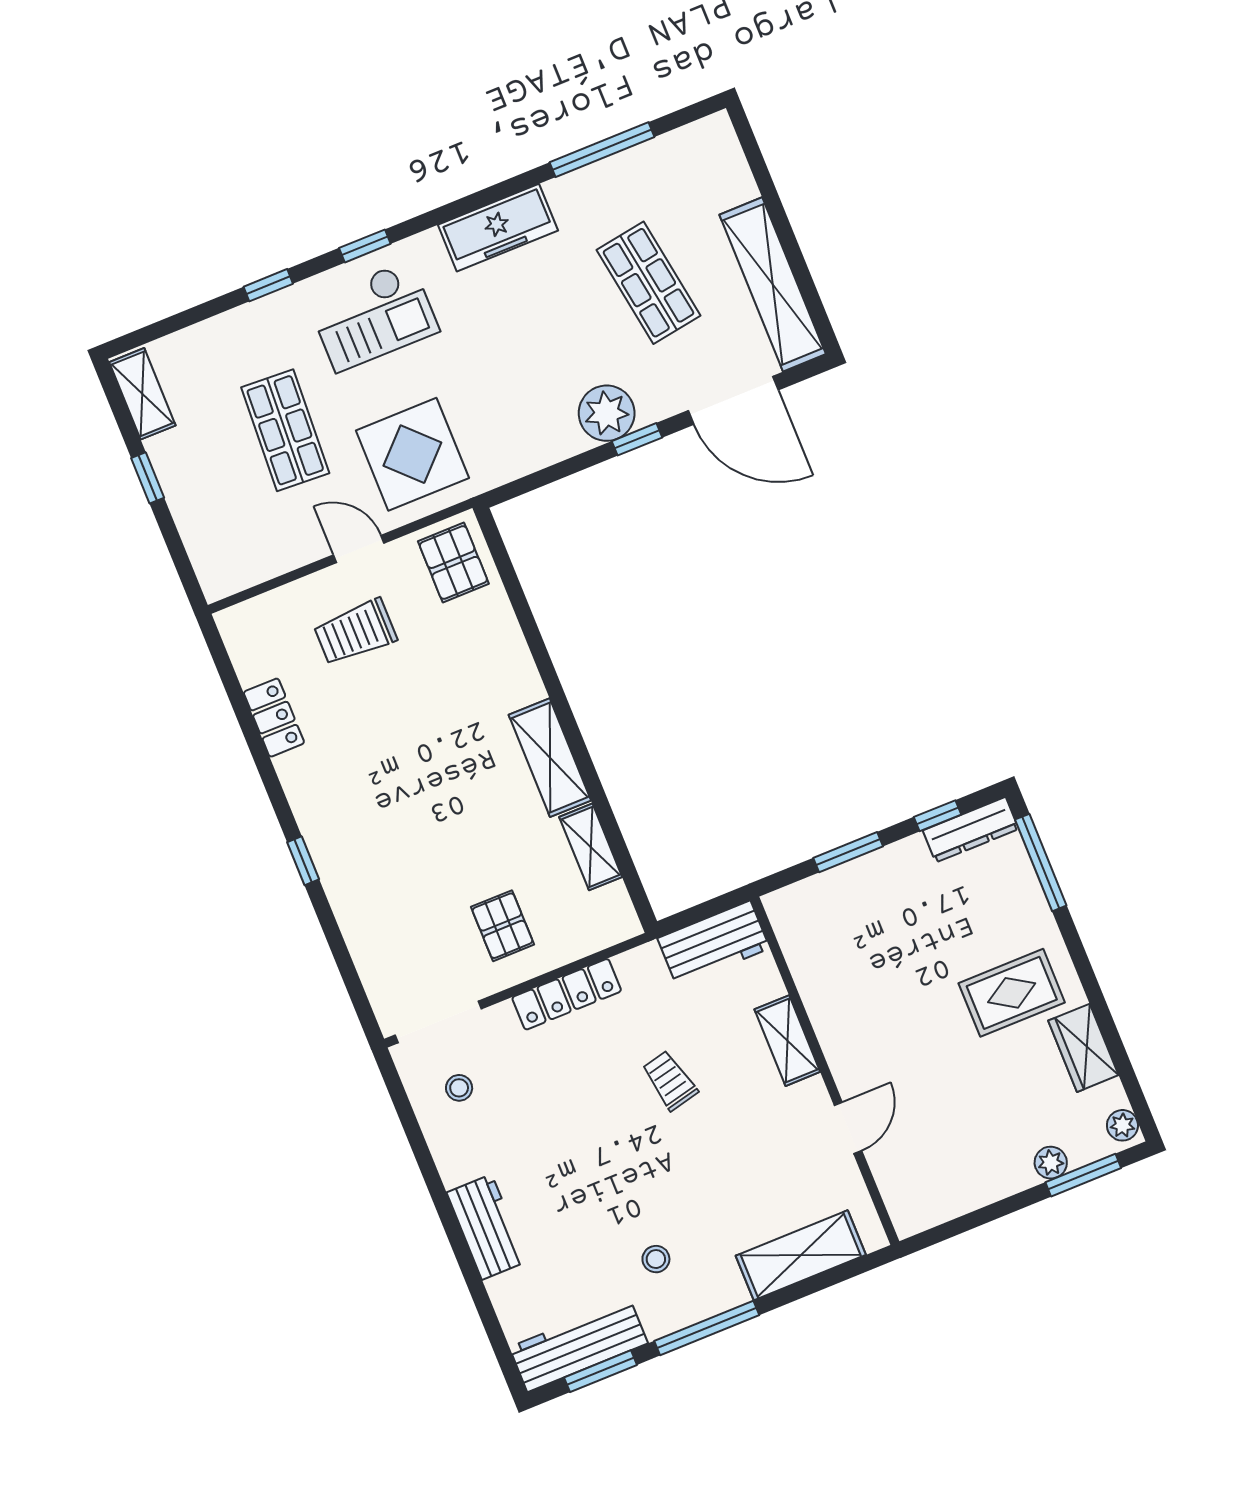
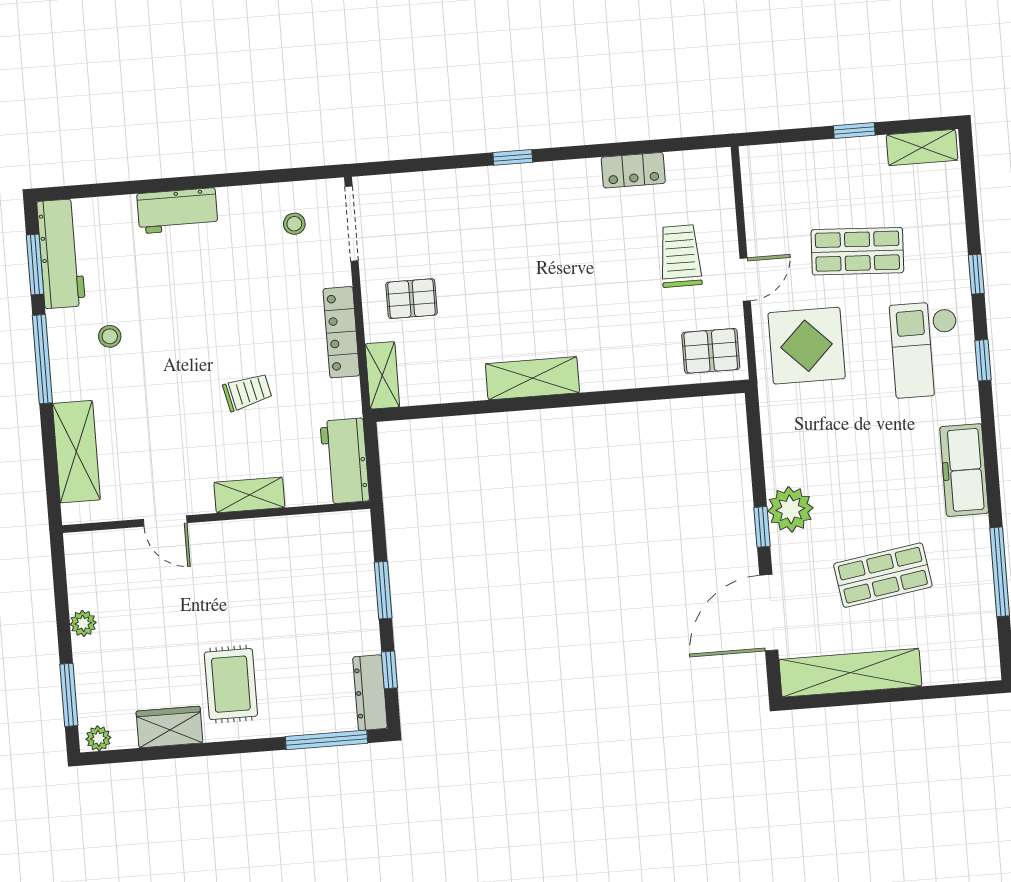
shelving: (591, 847) -> (382, 375), moved, turned 90
plant: (1051, 1163) -> (83, 623), moved

